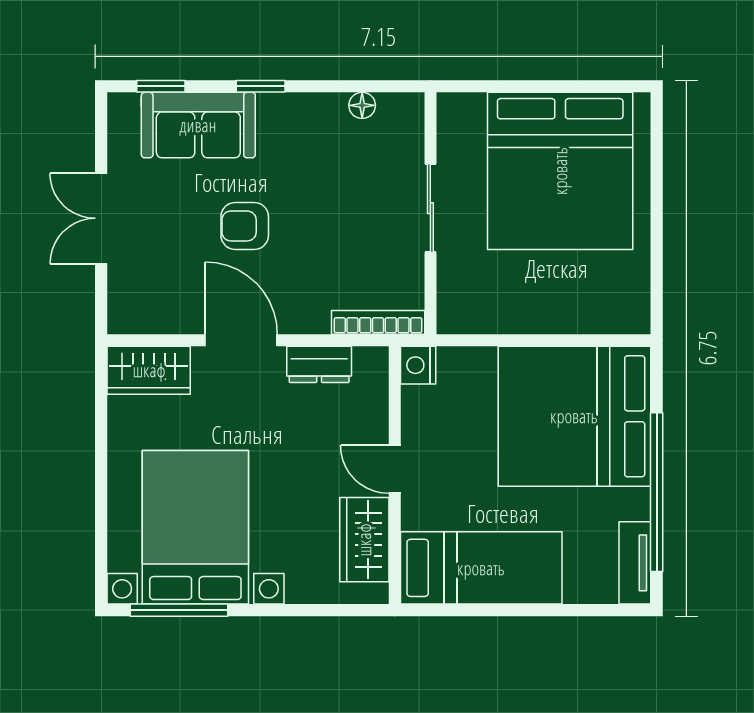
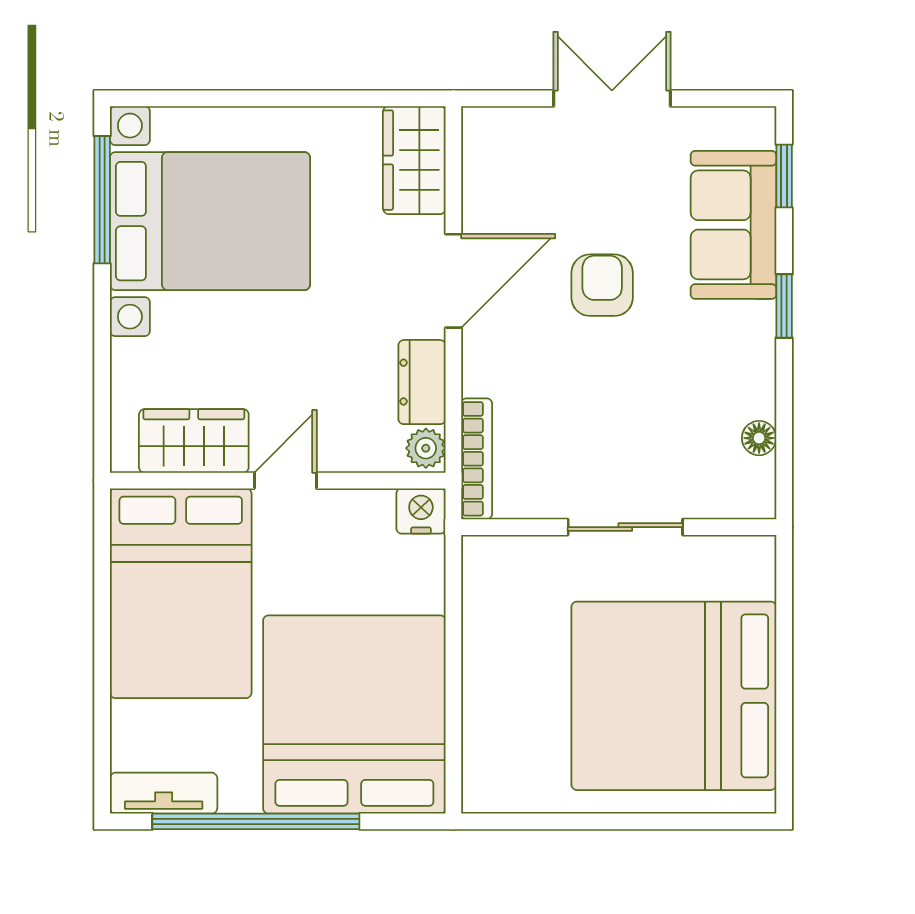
plant: (370, 361) -> (426, 448), added
bed: (481, 568) -> (181, 593), width x1.50

